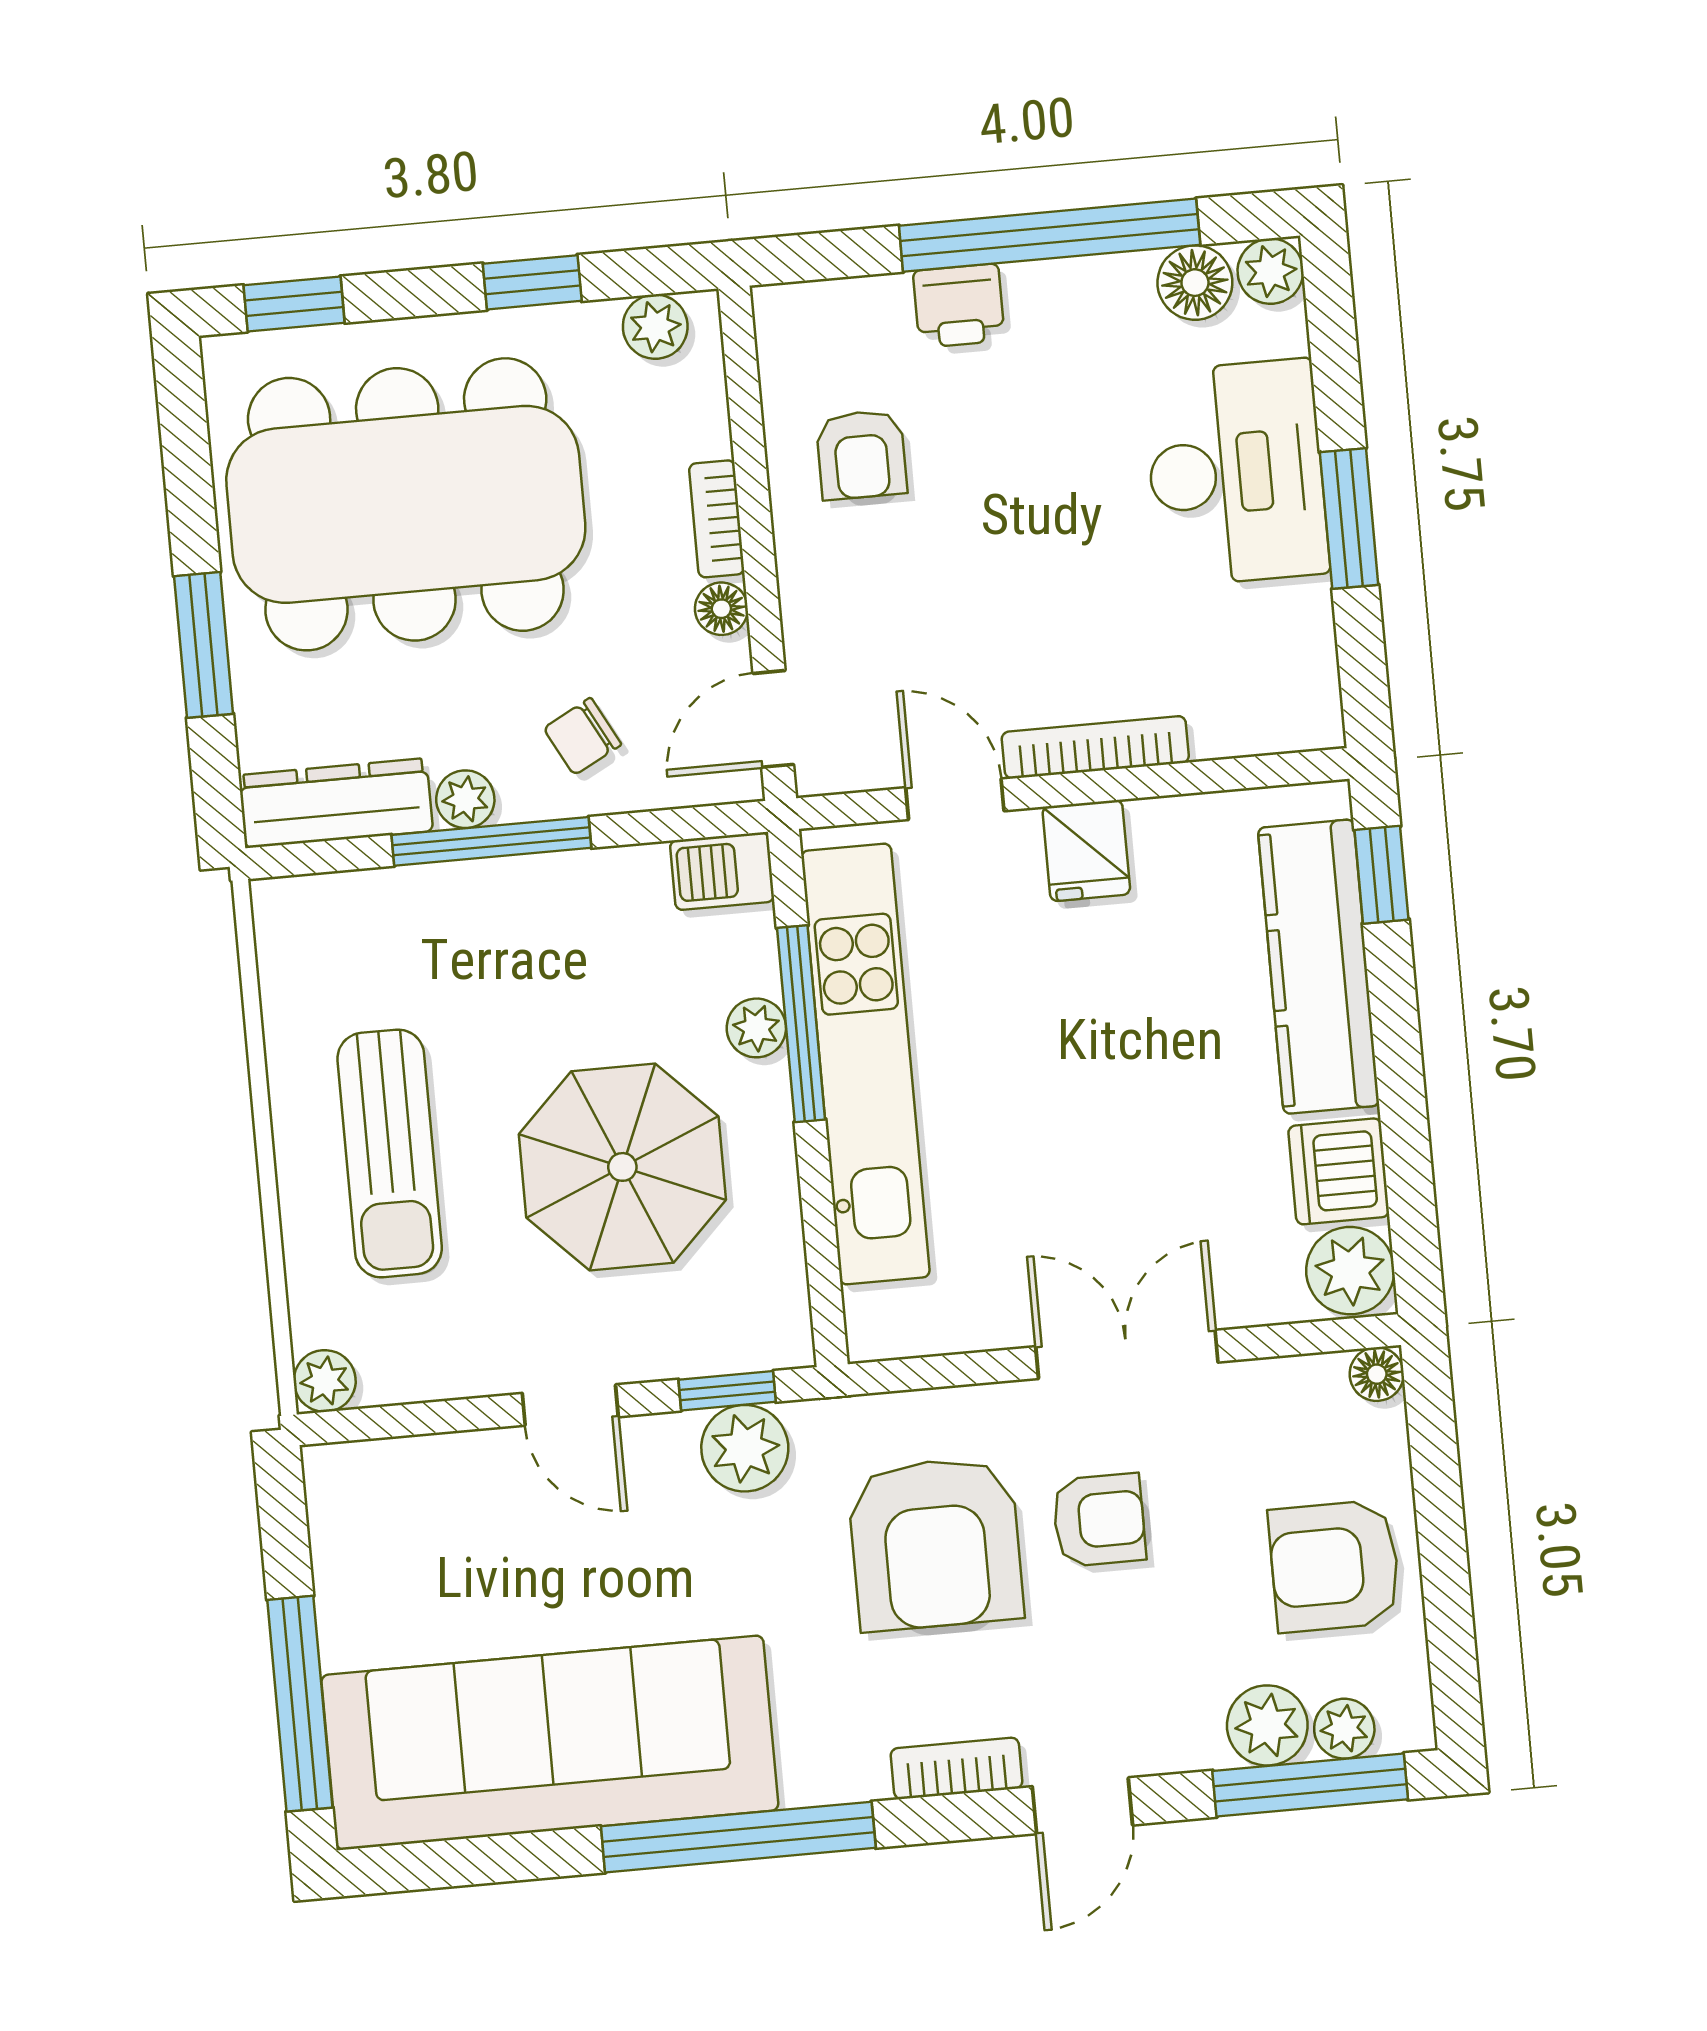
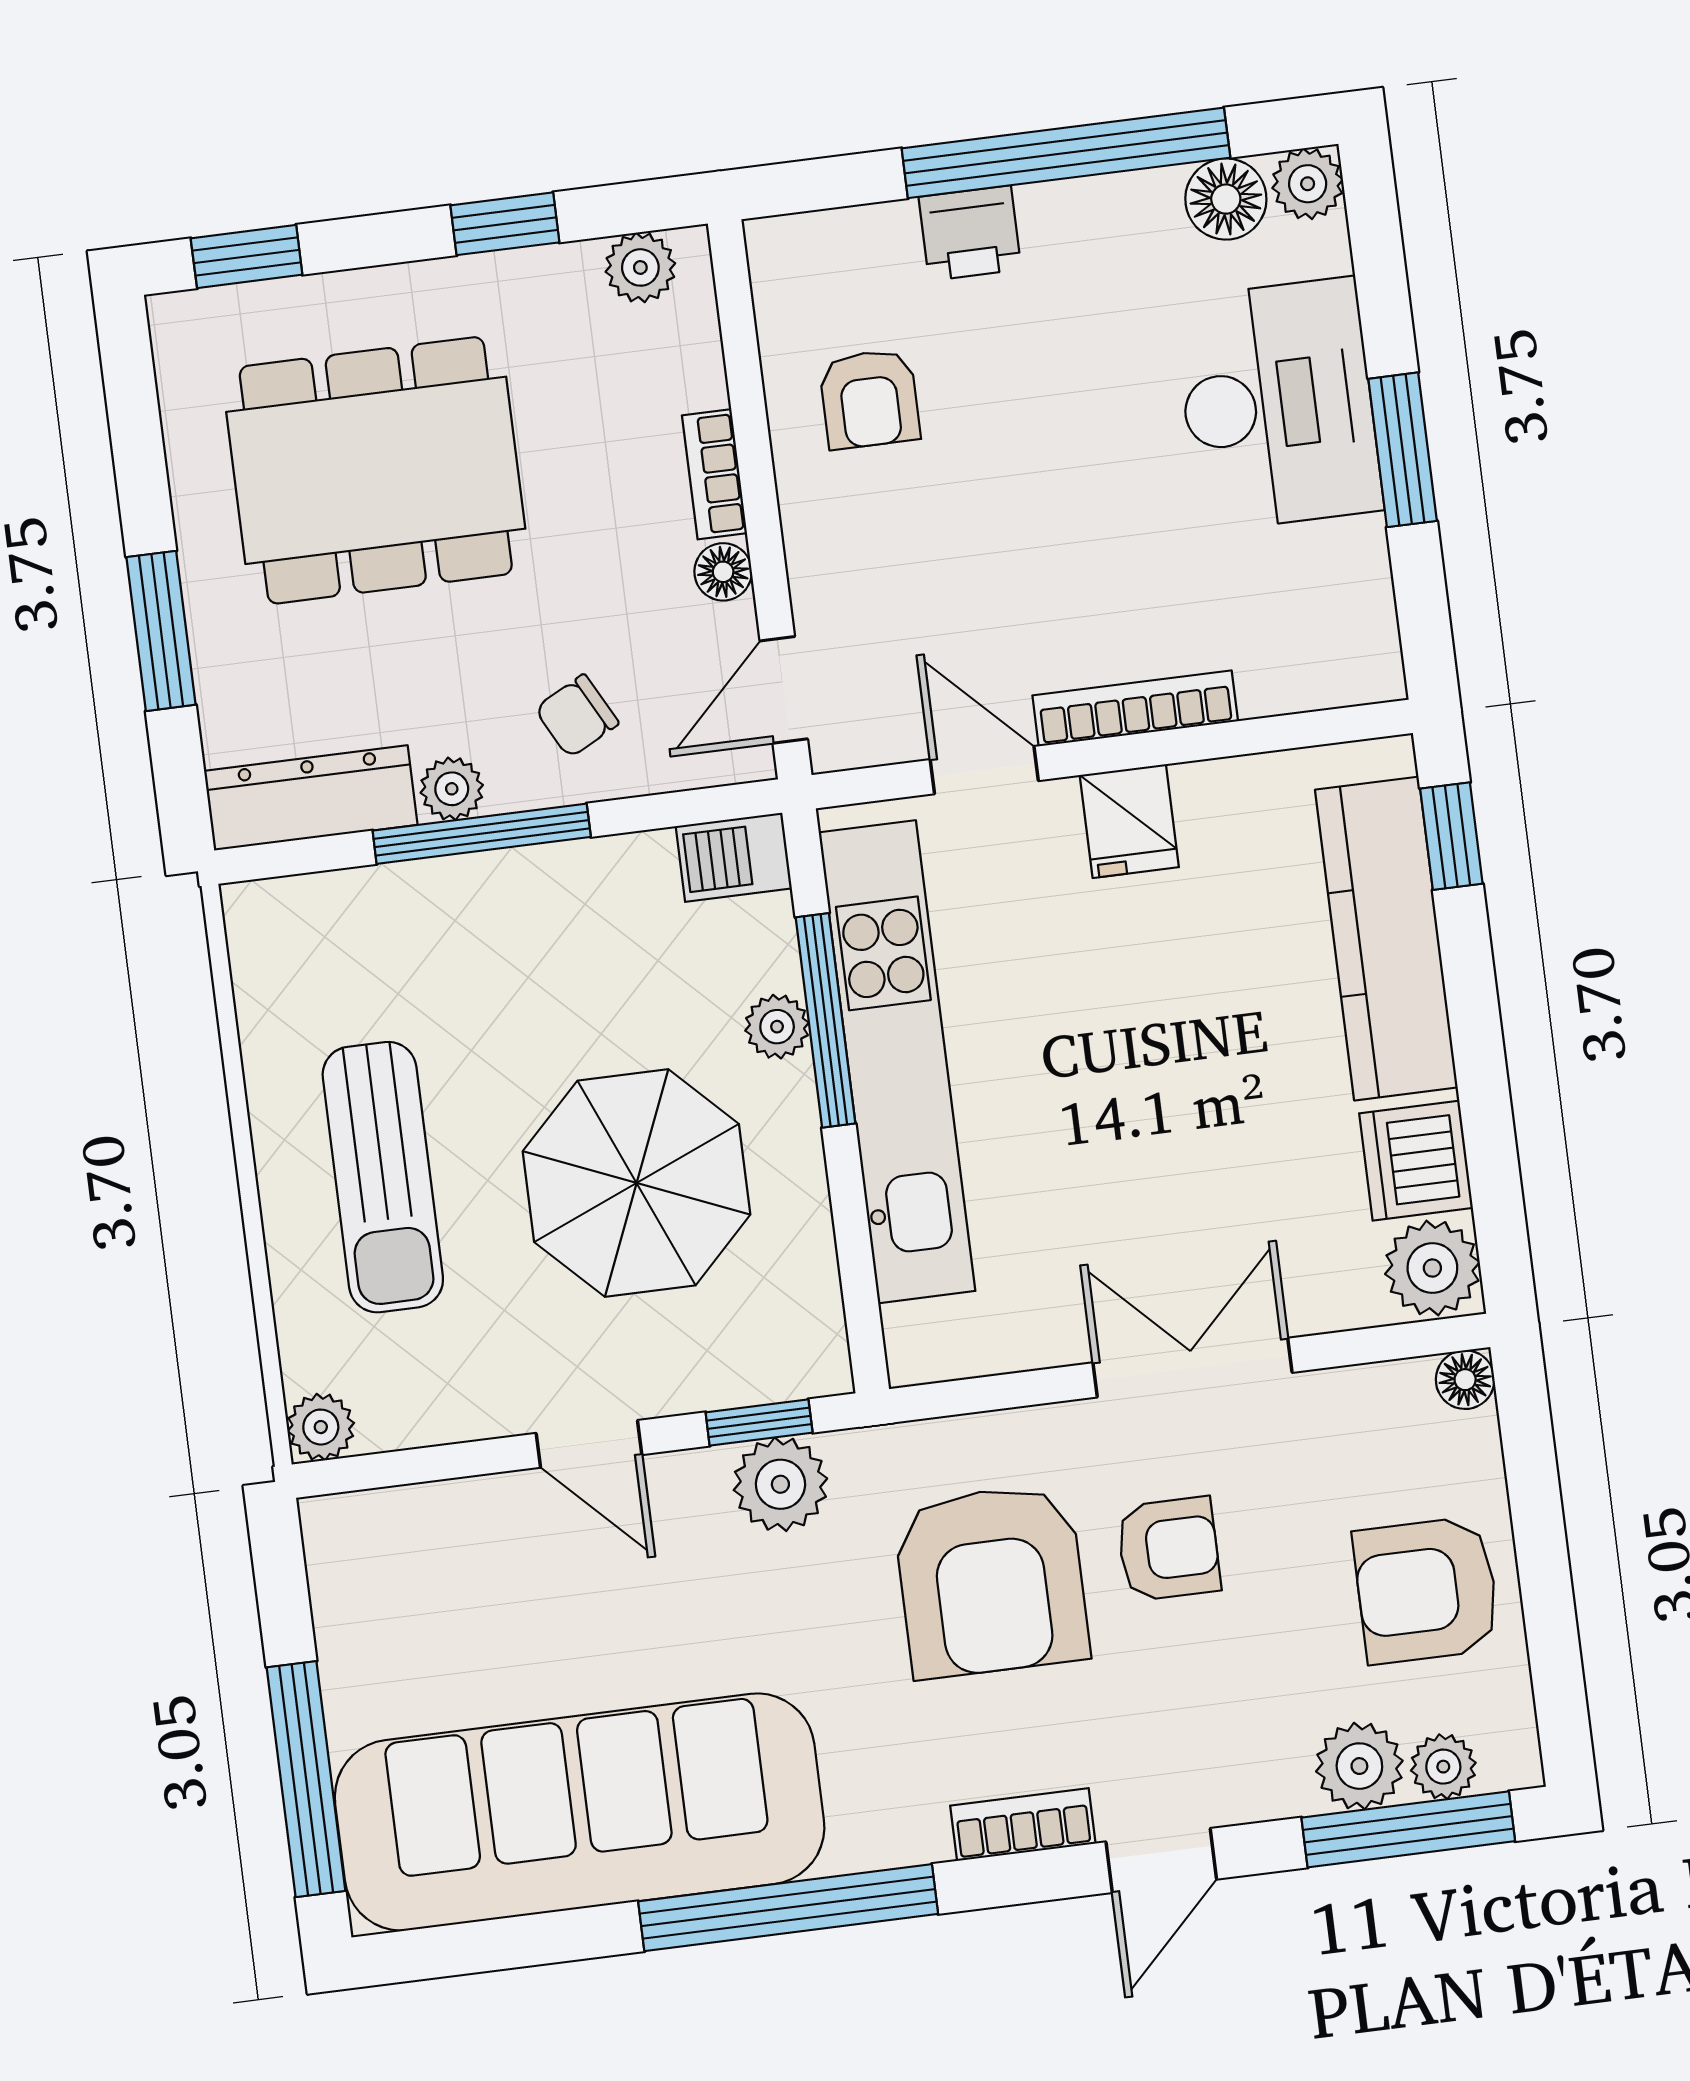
dining table: (406, 504) -> (376, 470), width x0.73, depth x0.80

